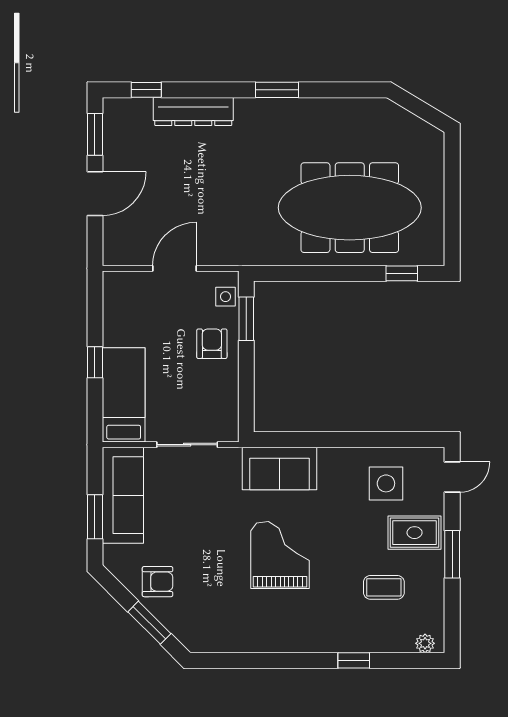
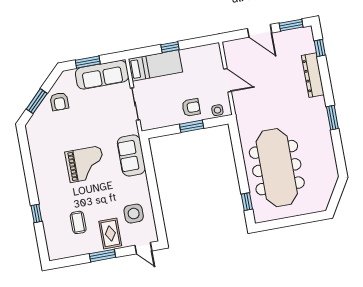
window: (246, 319) -> (192, 126), moved
plant: (425, 643) -> (52, 250), removed

